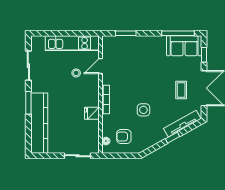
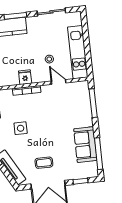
window: (126, 33) -> (93, 103), width x1.44
sofa: (184, 46) -> (85, 145), moved
fridge: (92, 113) -> (25, 77), moved

